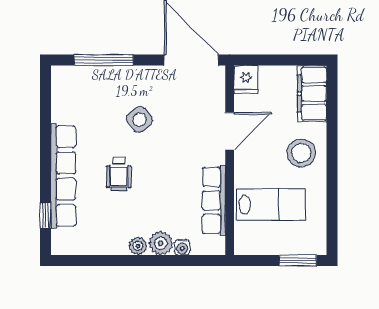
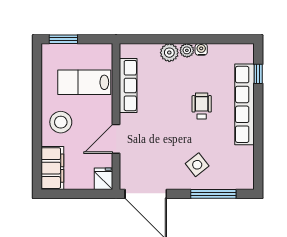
side table: (140, 119) -> (197, 165), moved
water cooler: (182, 247) -> (201, 49), moved

